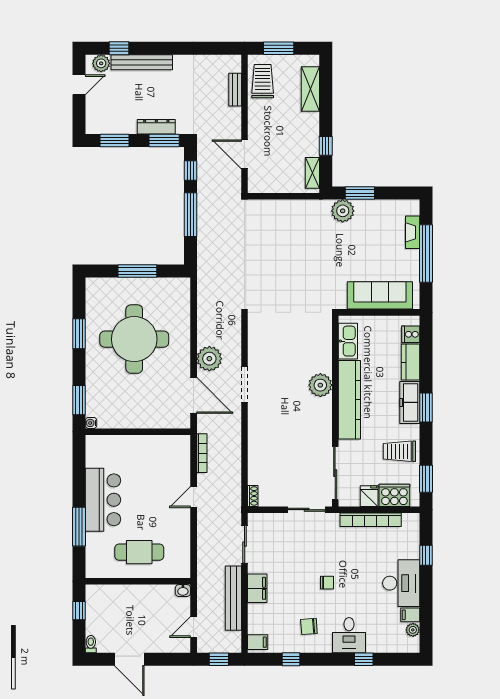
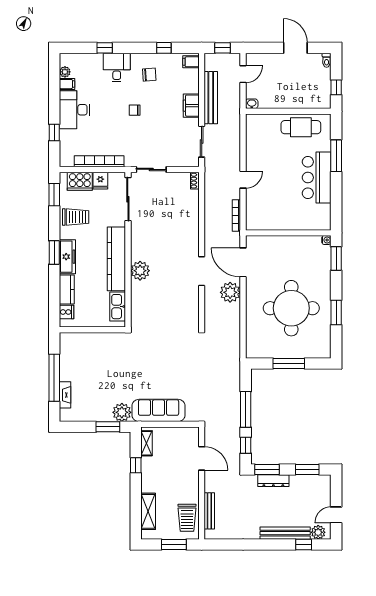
bench: (235, 90) -> (209, 511), width x1.36
sofa: (380, 295) -> (159, 410), moved, turned 180
cafe table: (139, 552) -> (301, 127), moved

